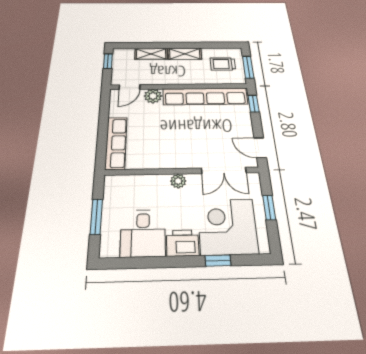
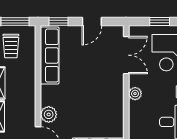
row of seats: (205, 96) -> (50, 56), width x0.73
door: (260, 148) -> (92, 22), moved

